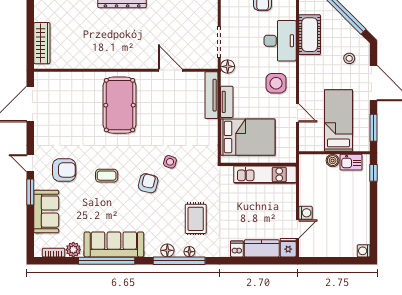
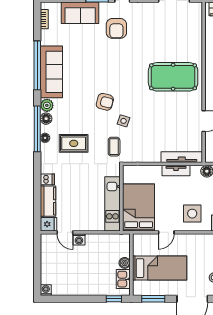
bed: (248, 137) -> (139, 207), moved, turned 180
coffee table: (107, 176) -> (114, 147), moved
plant: (73, 250) -> (47, 105), moved

